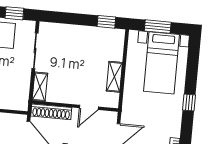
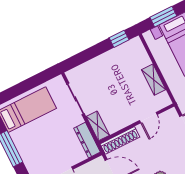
window: (14, 13) -> (40, 79), removed
dresser: (22, 93) -> (87, 140), added

